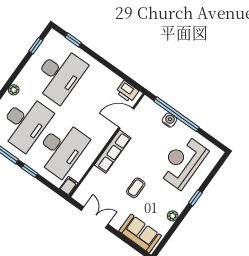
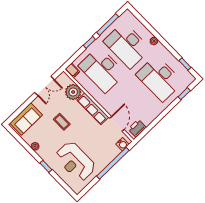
water cooler: (169, 120) -> (122, 144), moved
reception desk: (183, 162) -> (75, 161), turned 180
plant: (96, 180) -> (73, 92), added

